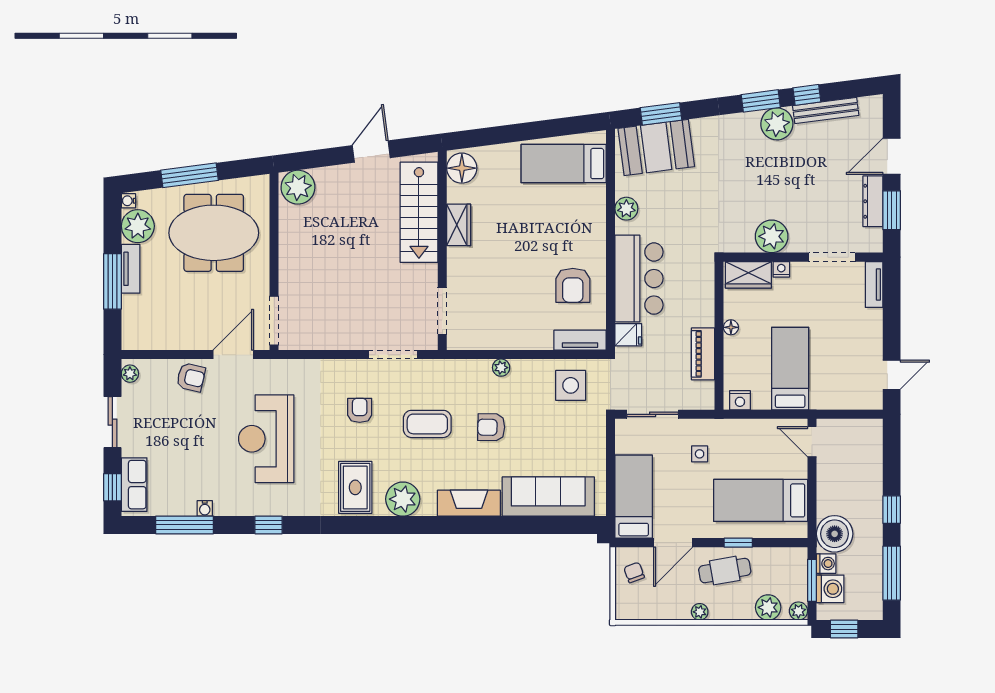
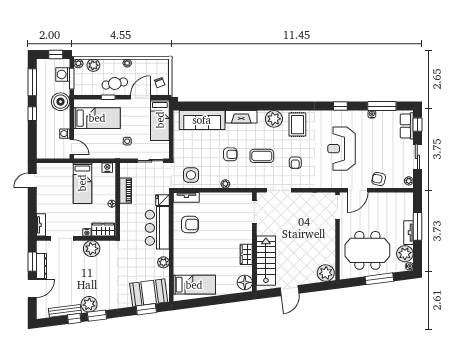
armchair: (573, 285) -> (190, 224), turned 90
reception desk: (266, 439) -> (341, 149), turned 180
washing machine: (826, 564) -> (65, 134), moved

